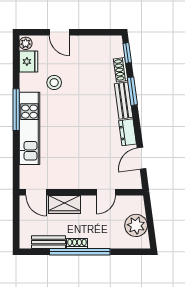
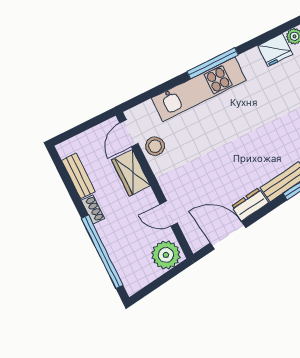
stool: (54, 83) -> (155, 146), moved
door: (141, 158) -> (228, 235), width x1.38
plant: (136, 225) -> (166, 255), moved
window: (80, 252) -> (102, 252), moved

